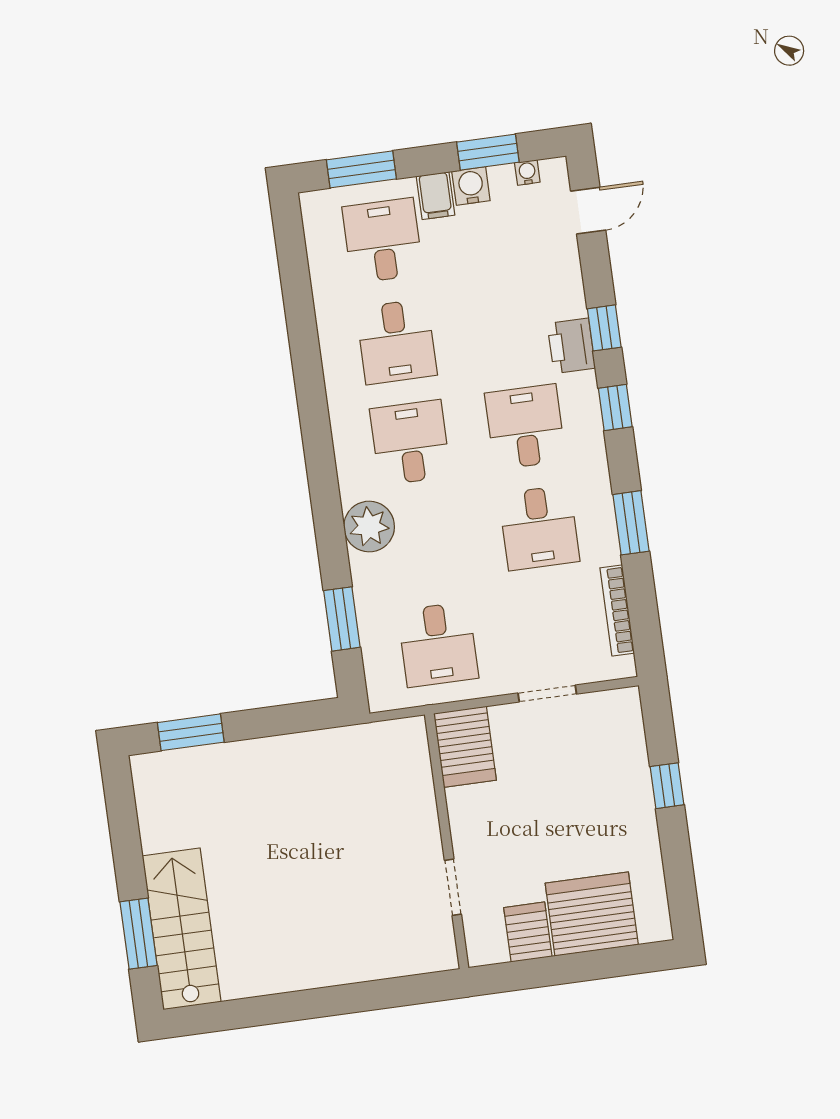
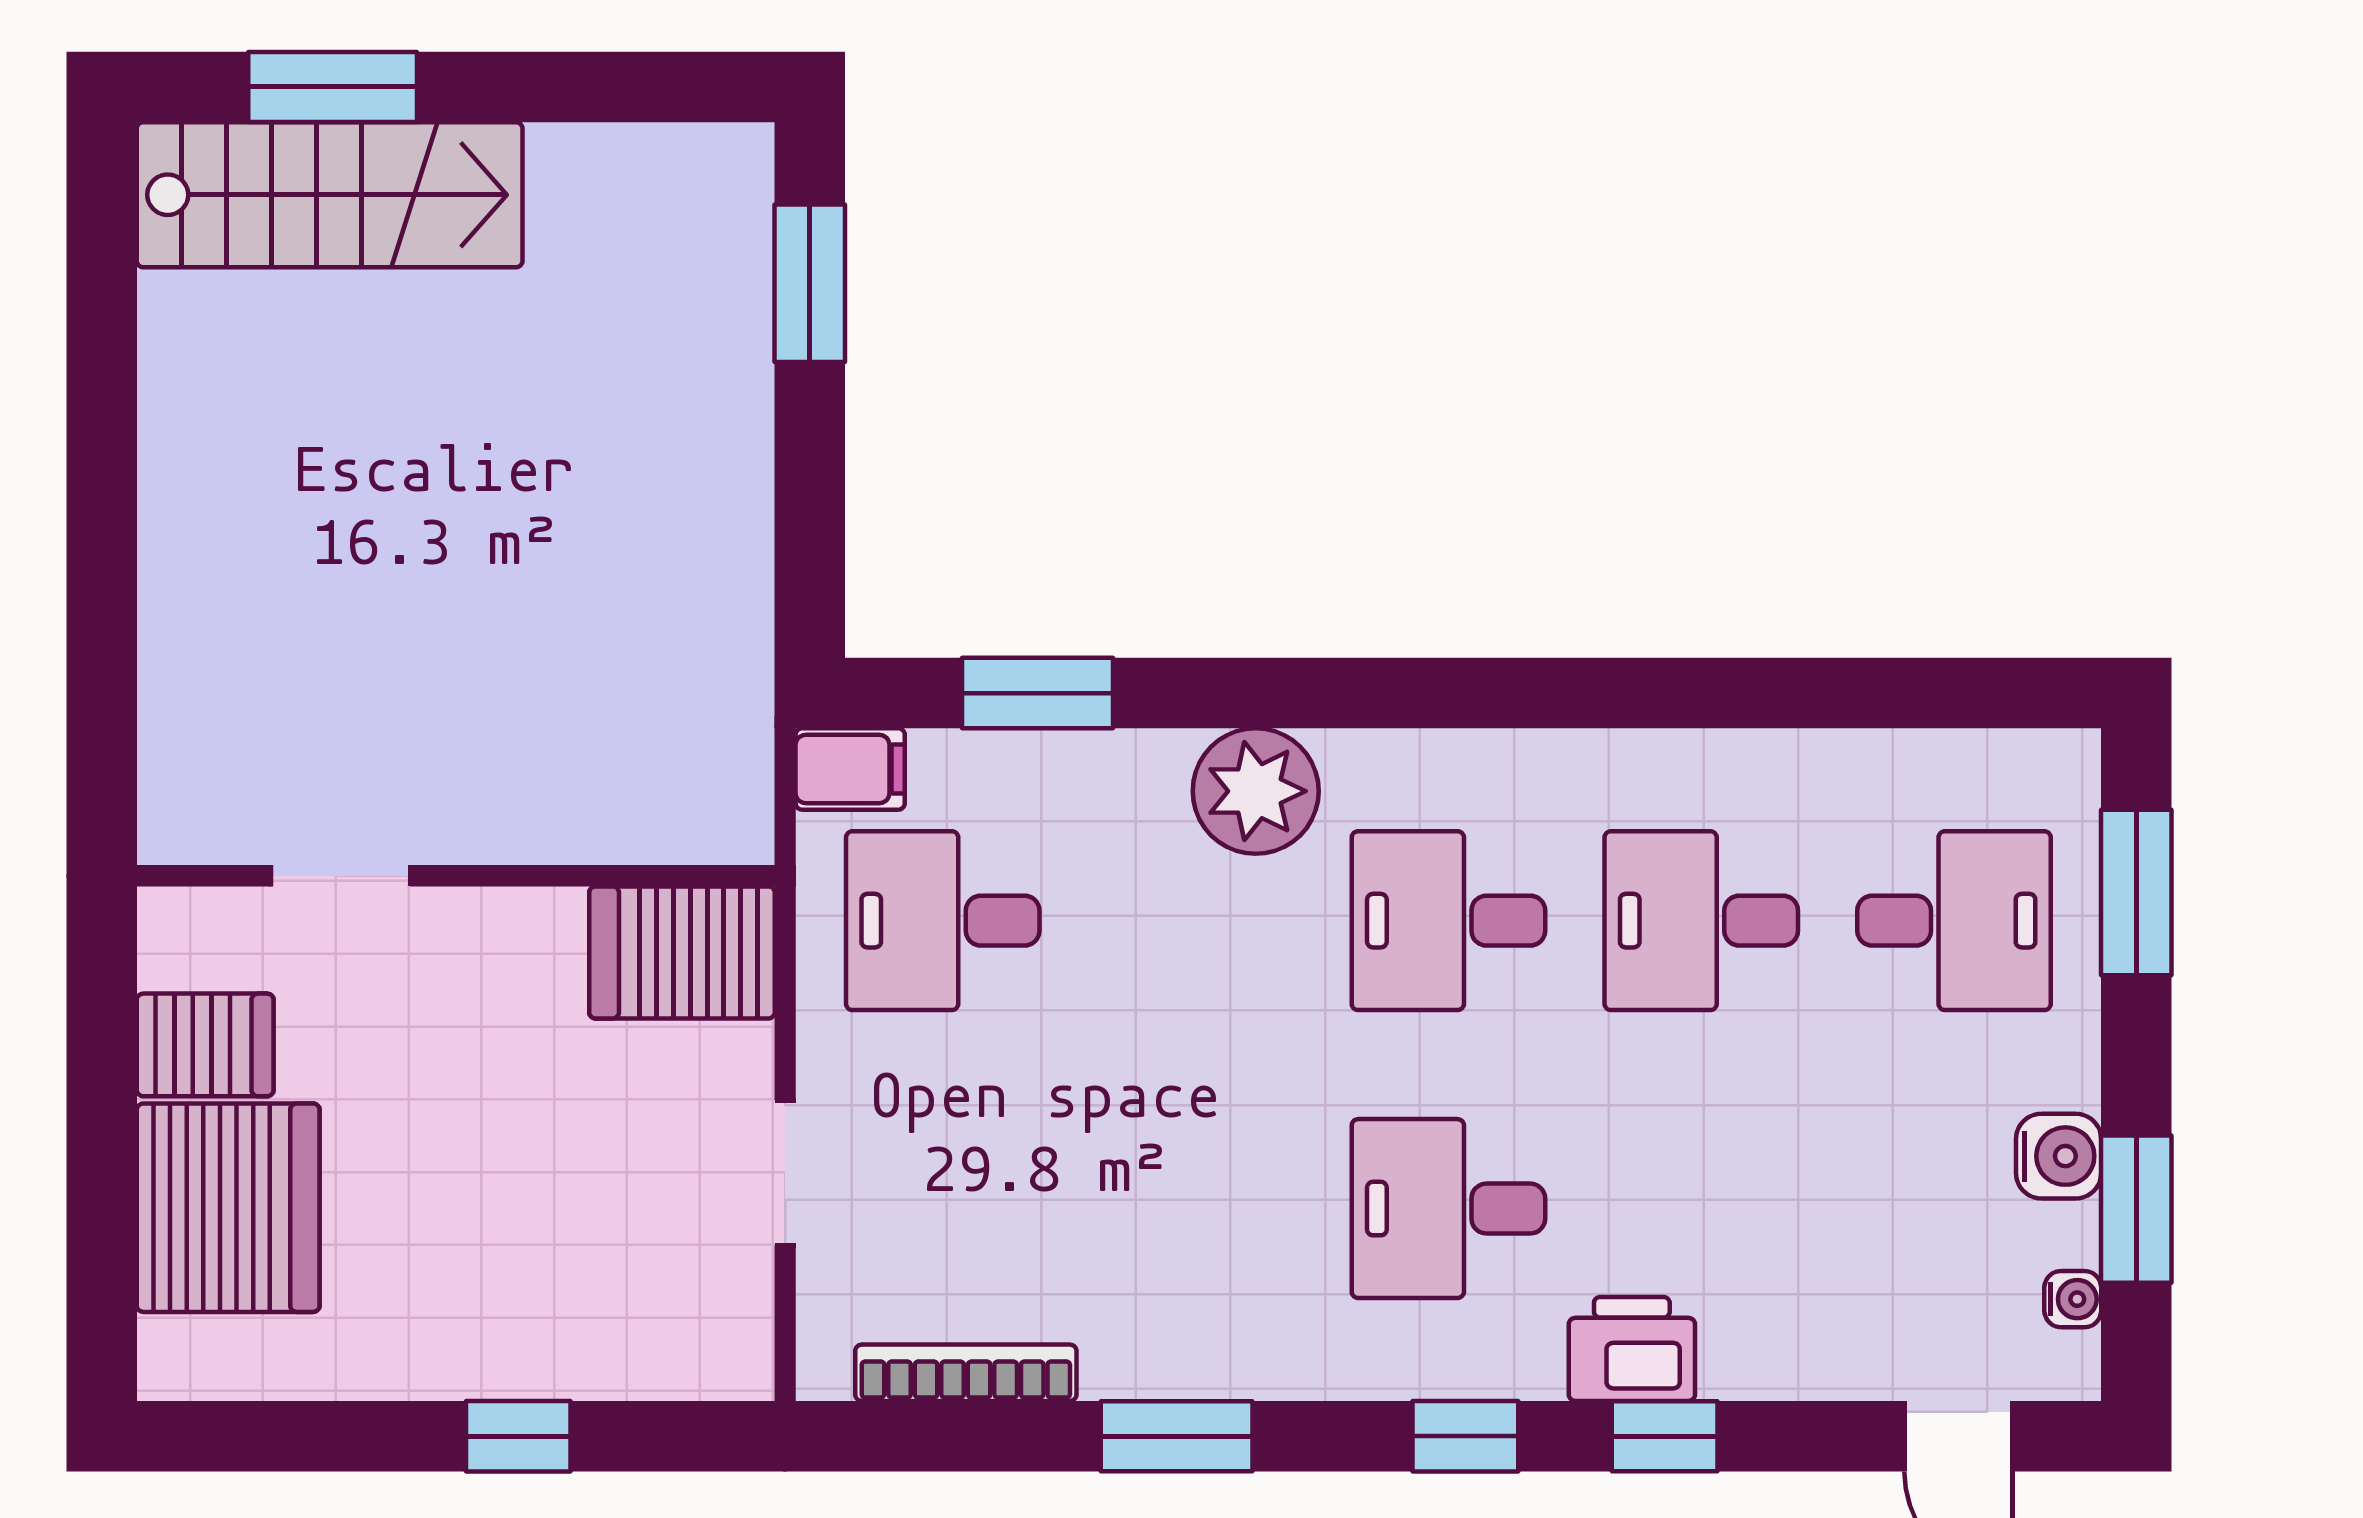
filing cabinet: (436, 196) -> (850, 769), moved, turned 180
desk: (525, 427) -> (1448, 1209), turned 180
desk: (410, 442) -> (1448, 921), turned 180
desk: (539, 528) -> (1196, 1209), removed

